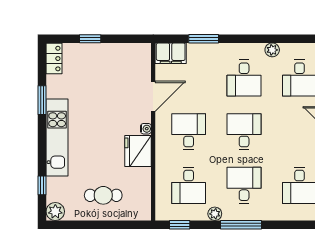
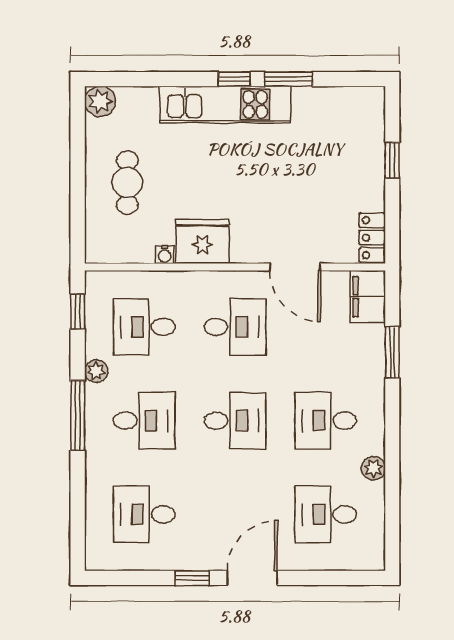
locker: (54, 59) -> (372, 238), moved, turned 90
water cooler: (146, 129) -> (165, 255), moved
window: (42, 185) -> (234, 79), moved

